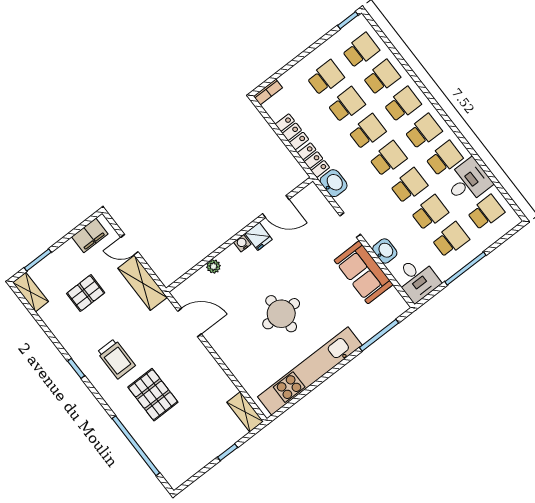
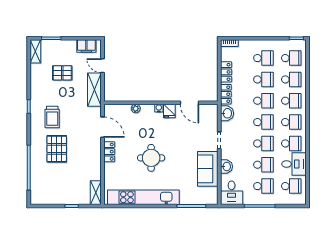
locker: (222, 347) -> (109, 152), added

